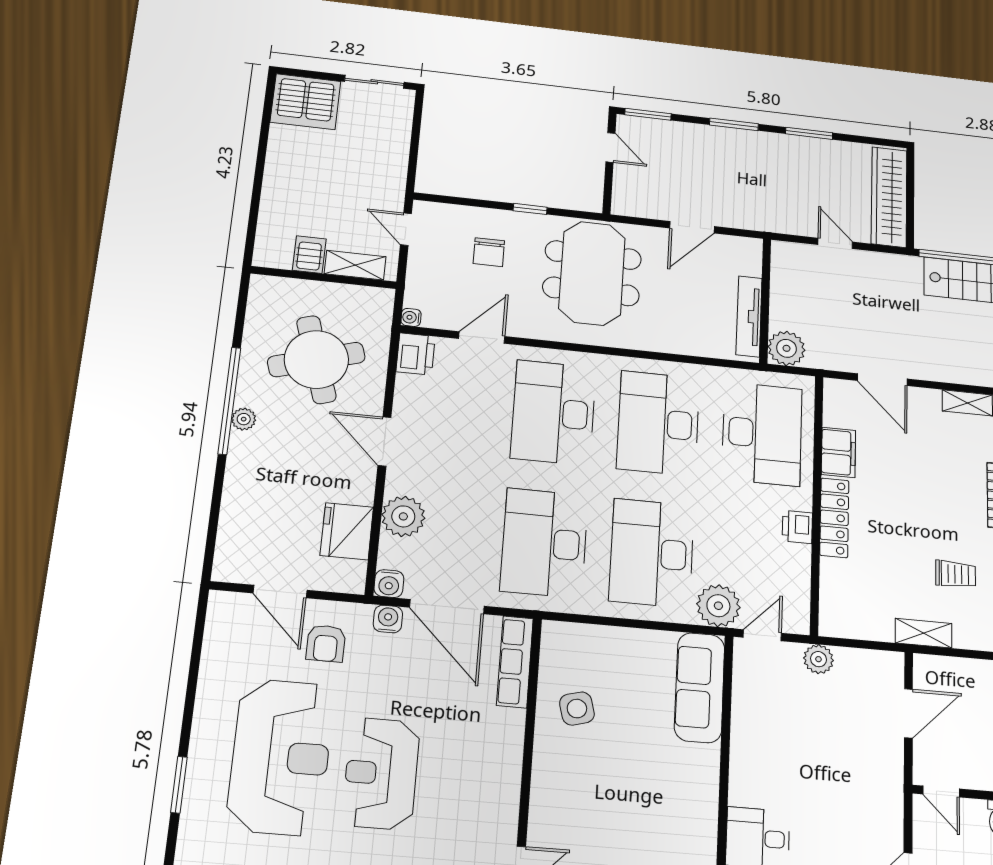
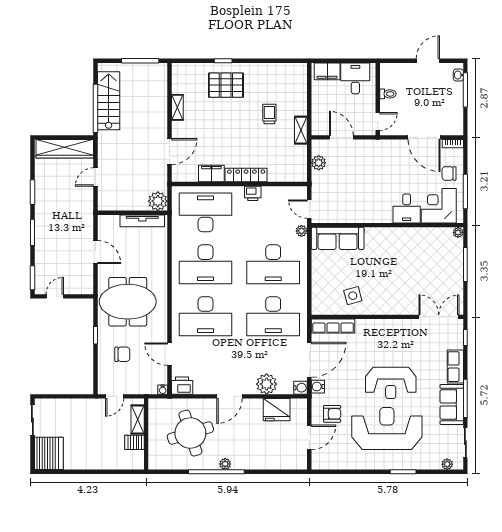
plant: (718, 606) -> (301, 231), width x0.53, depth x0.53
plant: (819, 659) -> (319, 163), moved

